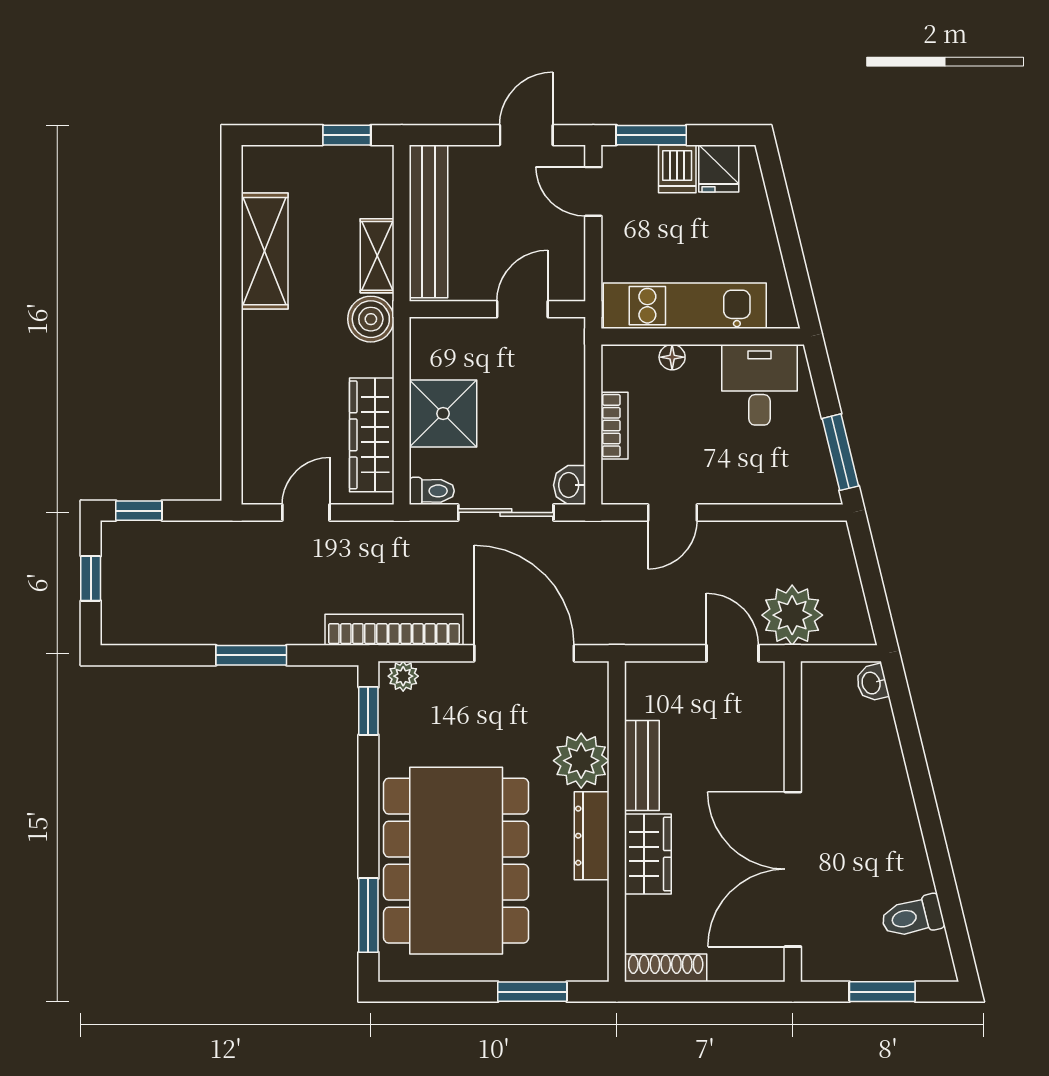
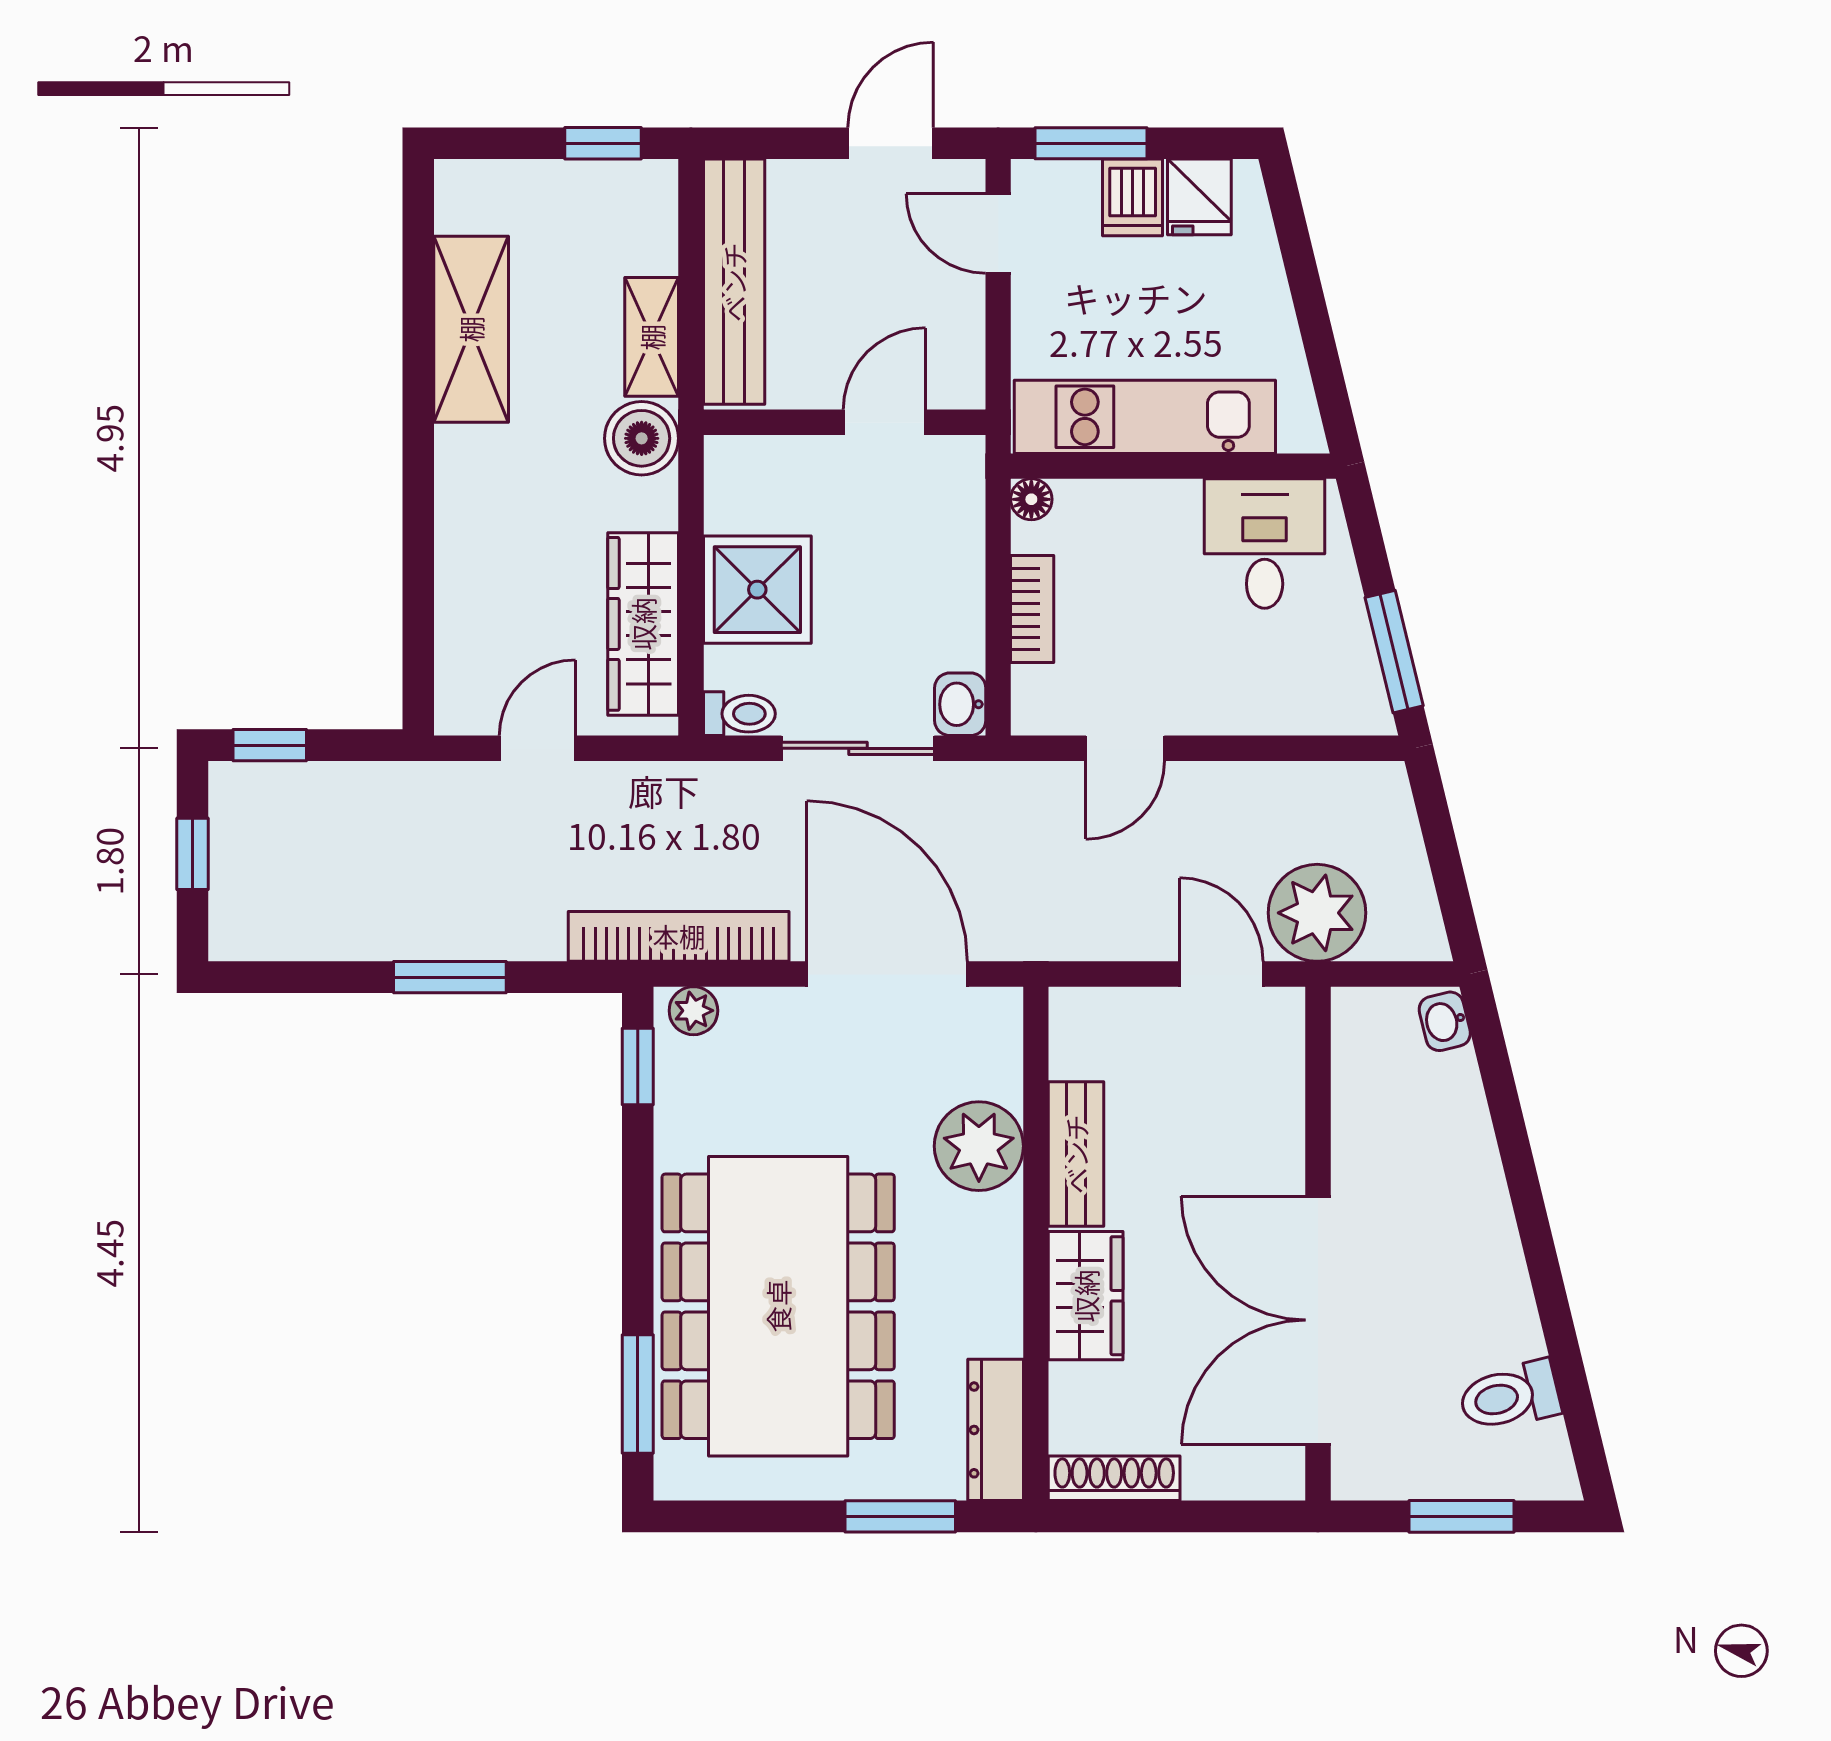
floor lamp: (672, 357) -> (1031, 499), moved
dresser: (592, 836) -> (996, 1430), moved

